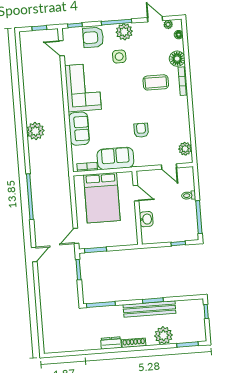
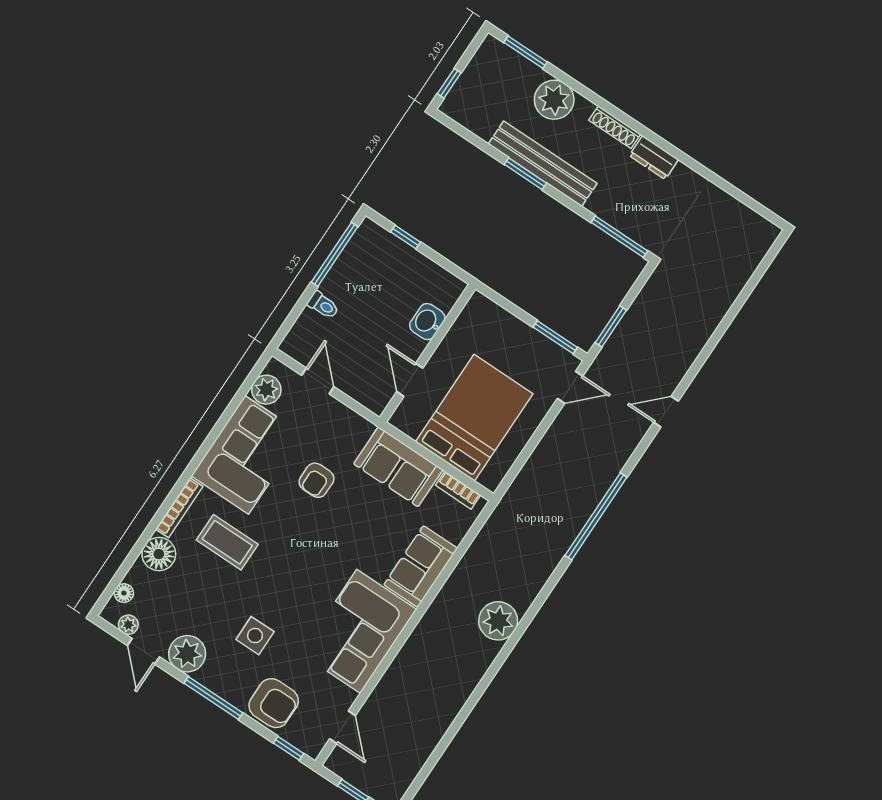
plant: (124, 32) -> (187, 654), moved
corner sofa: (174, 120) -> (247, 455), added

